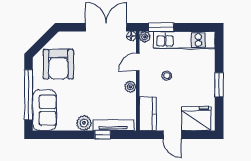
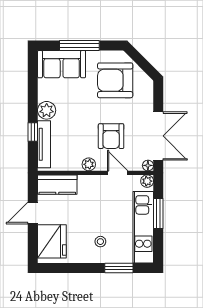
window: (161, 27) -> (158, 213), moved
armchair: (106, 68) -> (111, 136), added
stool: (167, 76) -> (100, 242), moved
window: (219, 85) -> (119, 268), moved
window: (28, 95) -> (79, 45), width x0.68

